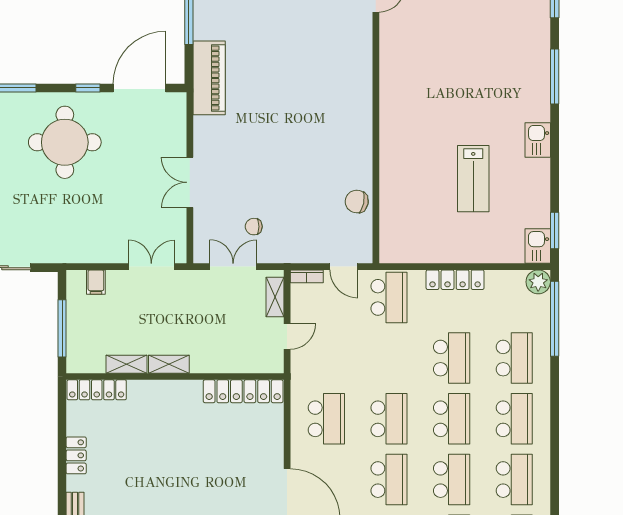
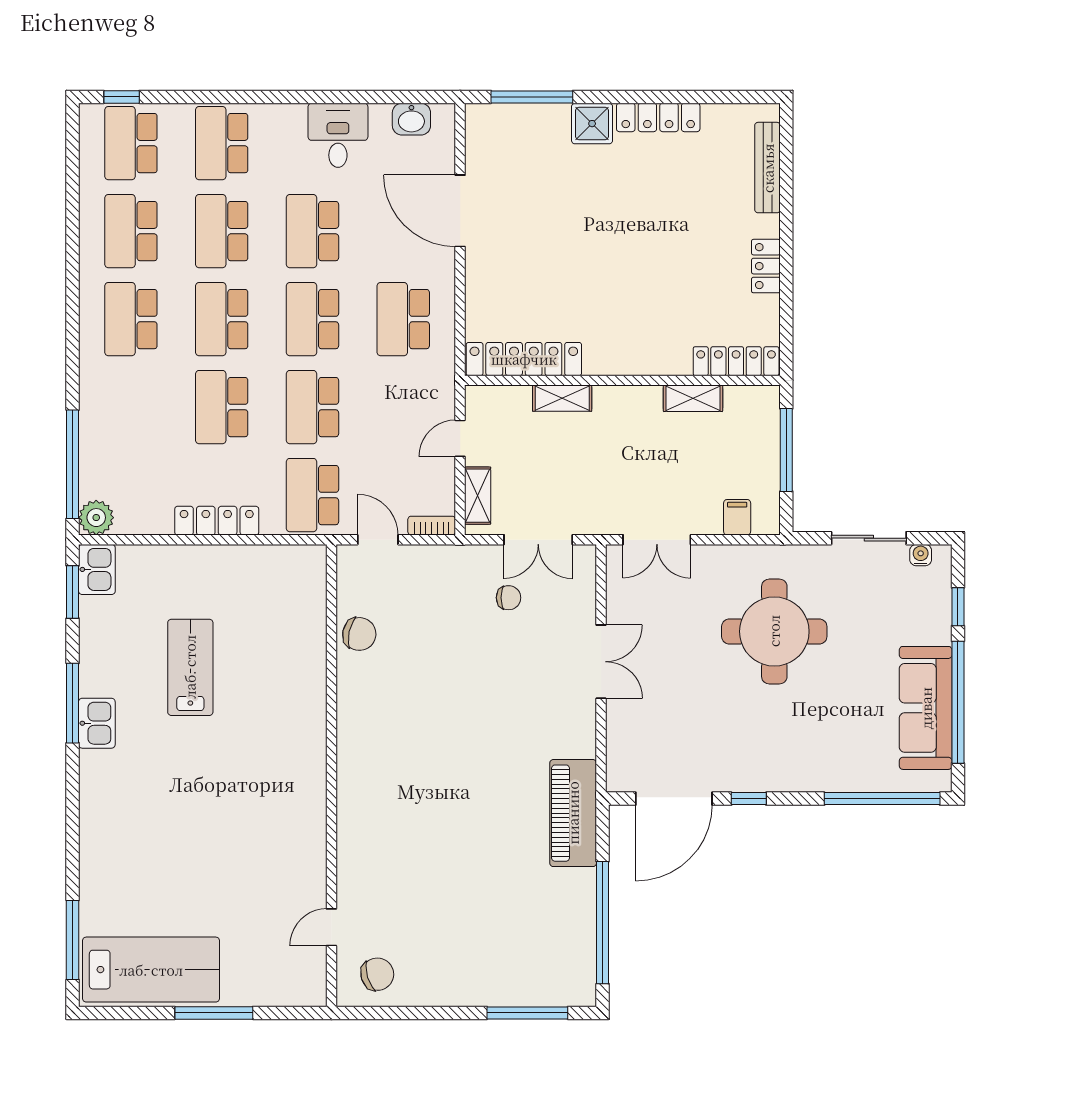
window: (555, 76) -> (73, 703), moved
round table: (65, 142) -> (774, 631), moved
school desk: (514, 358) -> (312, 407), moved
shelving: (169, 364) -> (562, 398), moved

